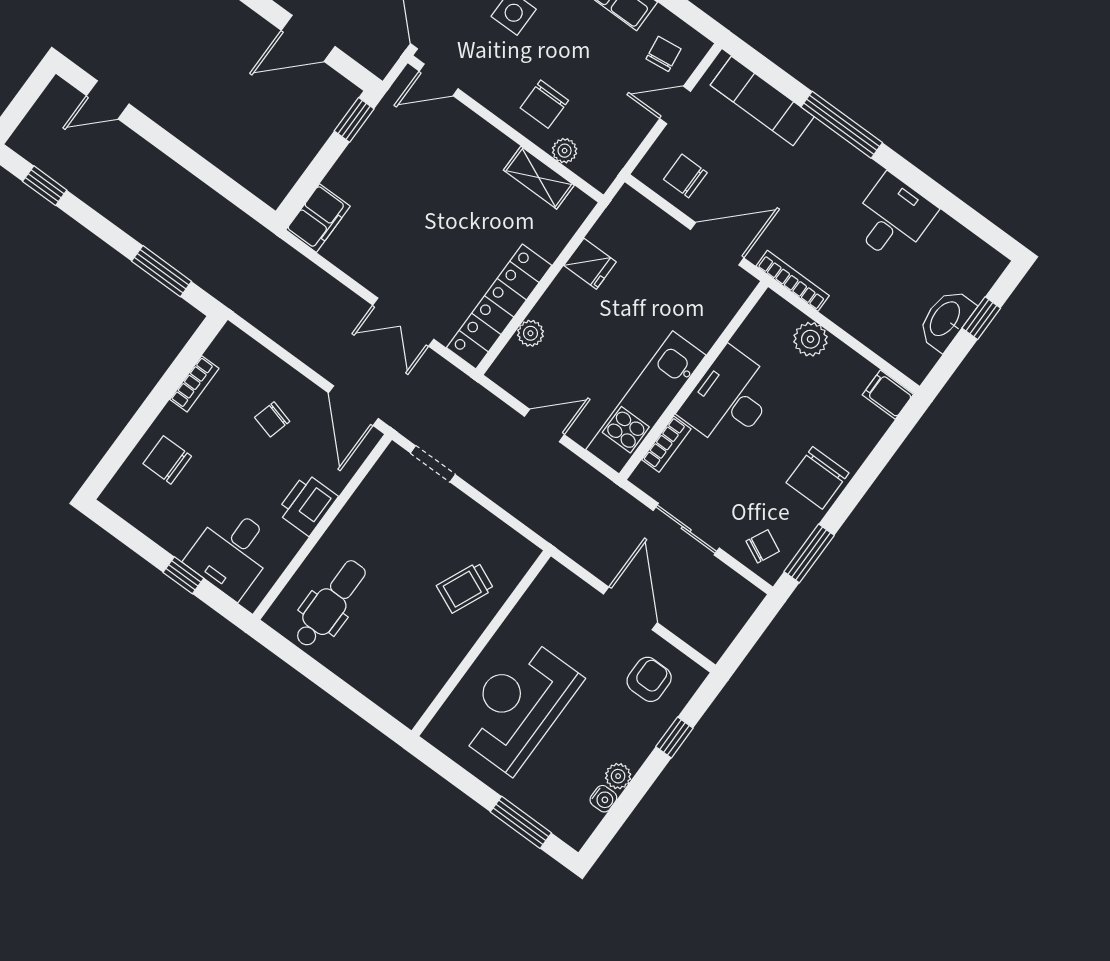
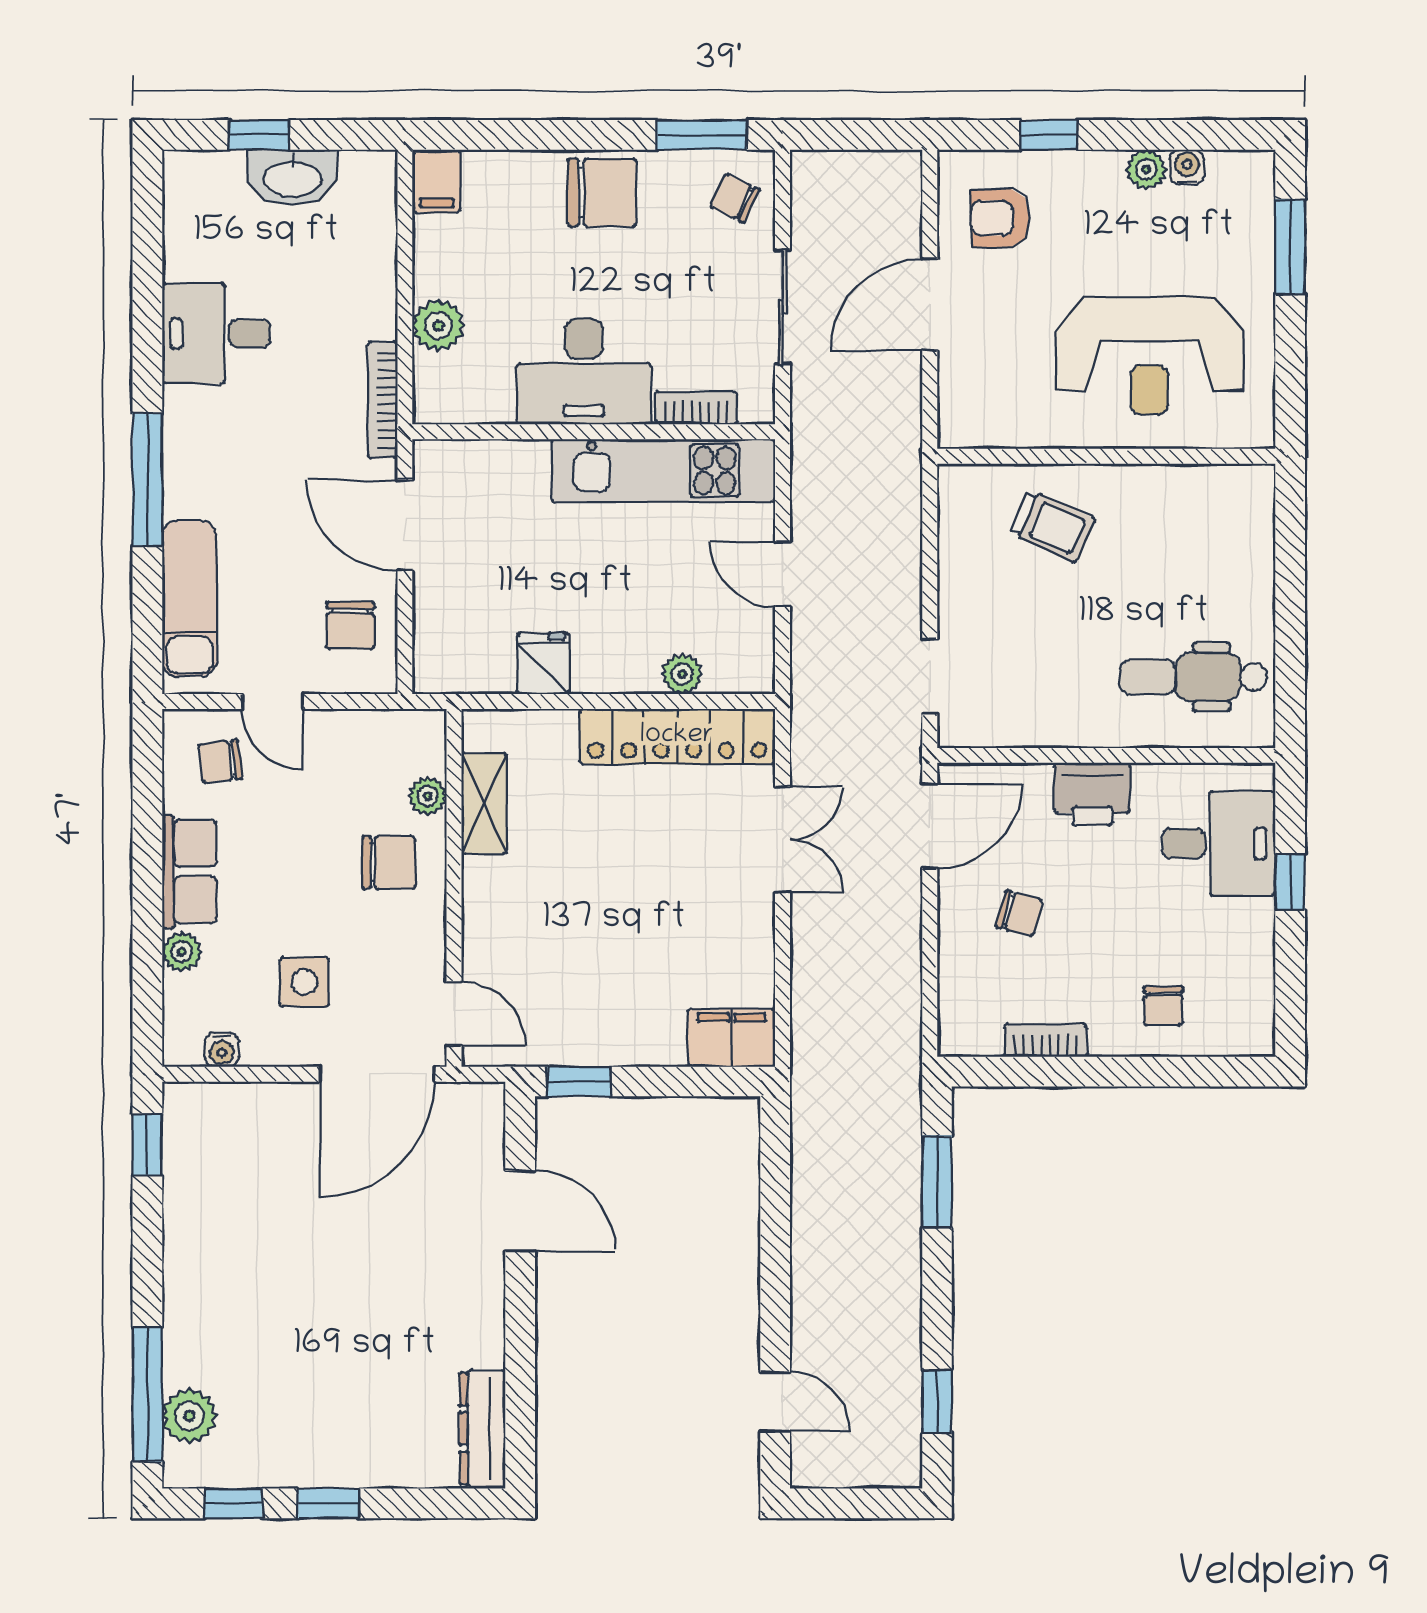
chair: (167, 460) -> (1163, 1006), width x0.73, depth x0.73

